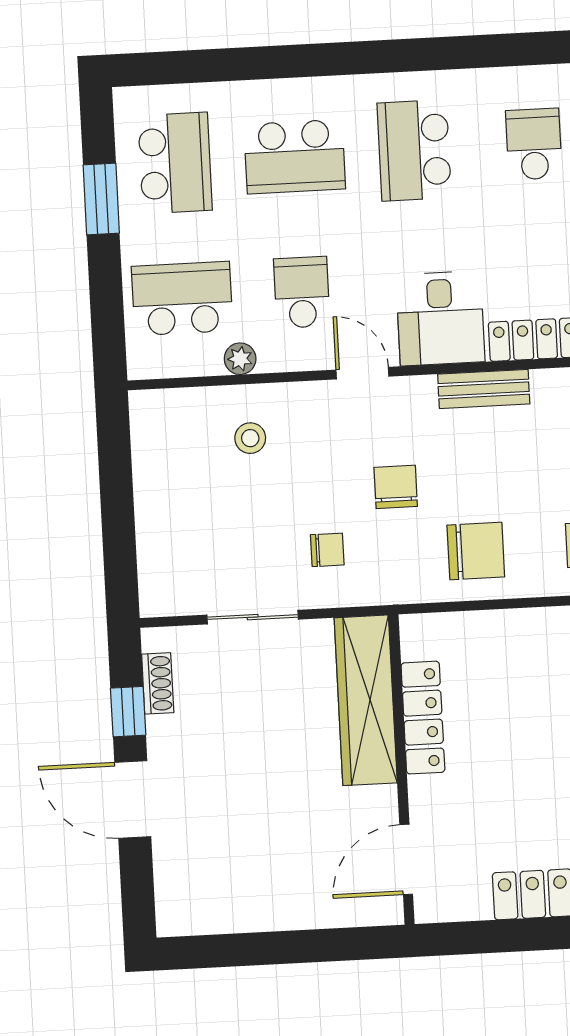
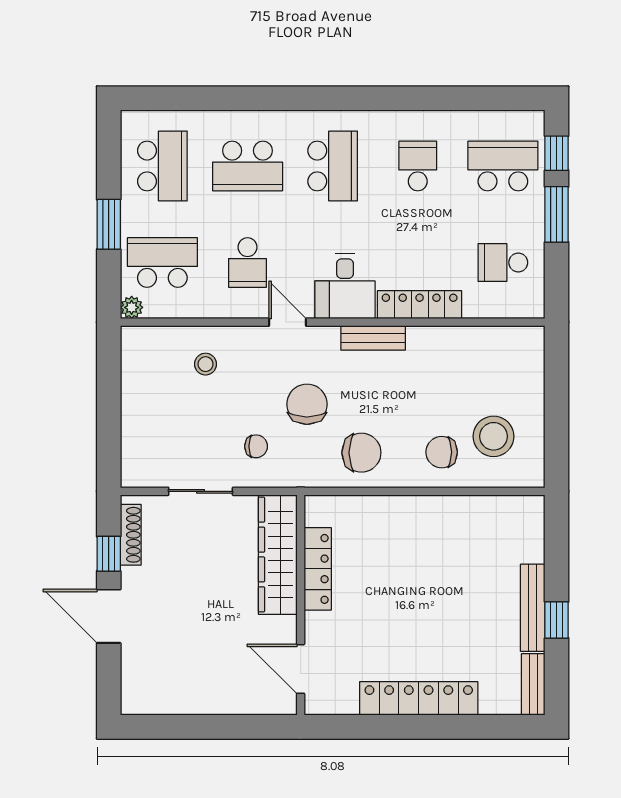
school desk: (414, 150) -> (333, 166), turned 180
window: (101, 199) -> (109, 224), moved
school desk: (302, 292) -> (248, 263), turned 180
plant: (240, 359) -> (132, 307), moved
chair: (396, 487) -> (307, 404), width x1.37, depth x1.37
shoe rack: (158, 683) -> (131, 535), width x1.43
door: (406, 859) -> (301, 669), hinge flipped

